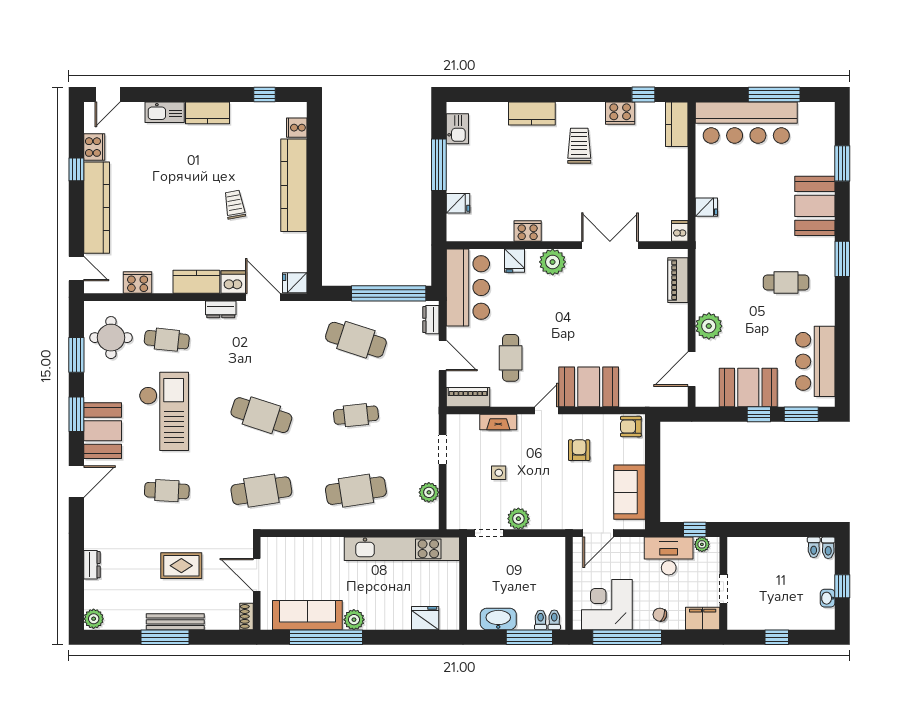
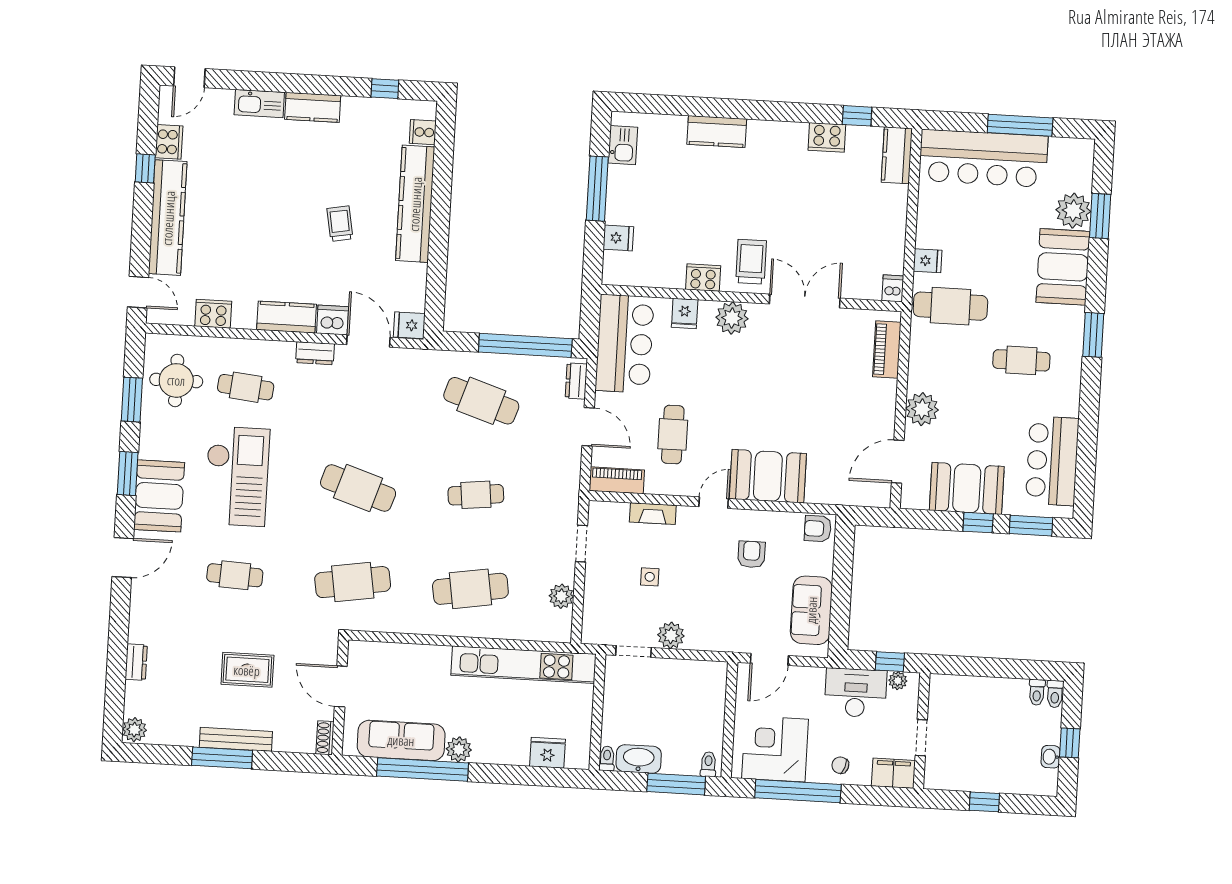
trolley: (579, 146) -> (751, 262), moved
plant: (821, 160) -> (1073, 211), added
cafe table: (727, 242) -> (950, 306), added
toilet: (541, 620) -> (607, 758), moved

